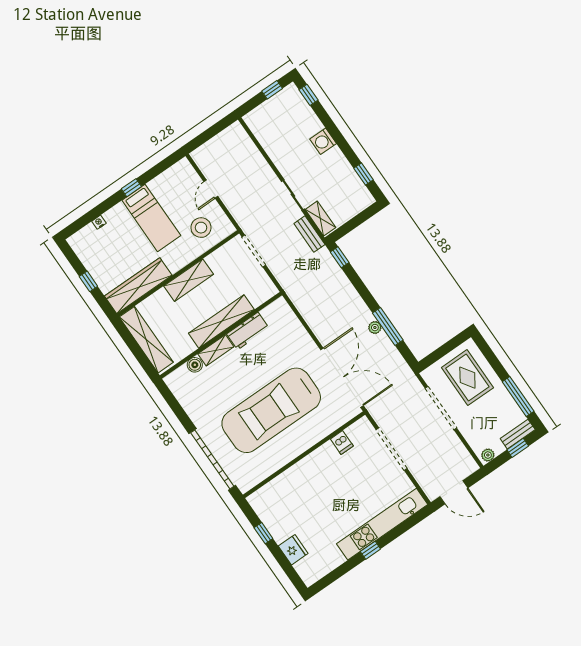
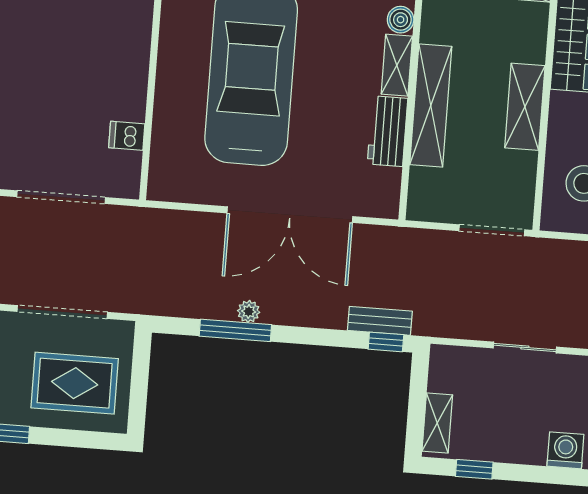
shelving: (320, 219) -> (437, 423), moved, turned 90
bench: (309, 234) -> (380, 321), moved
double door: (342, 378) -> (290, 215), moved

